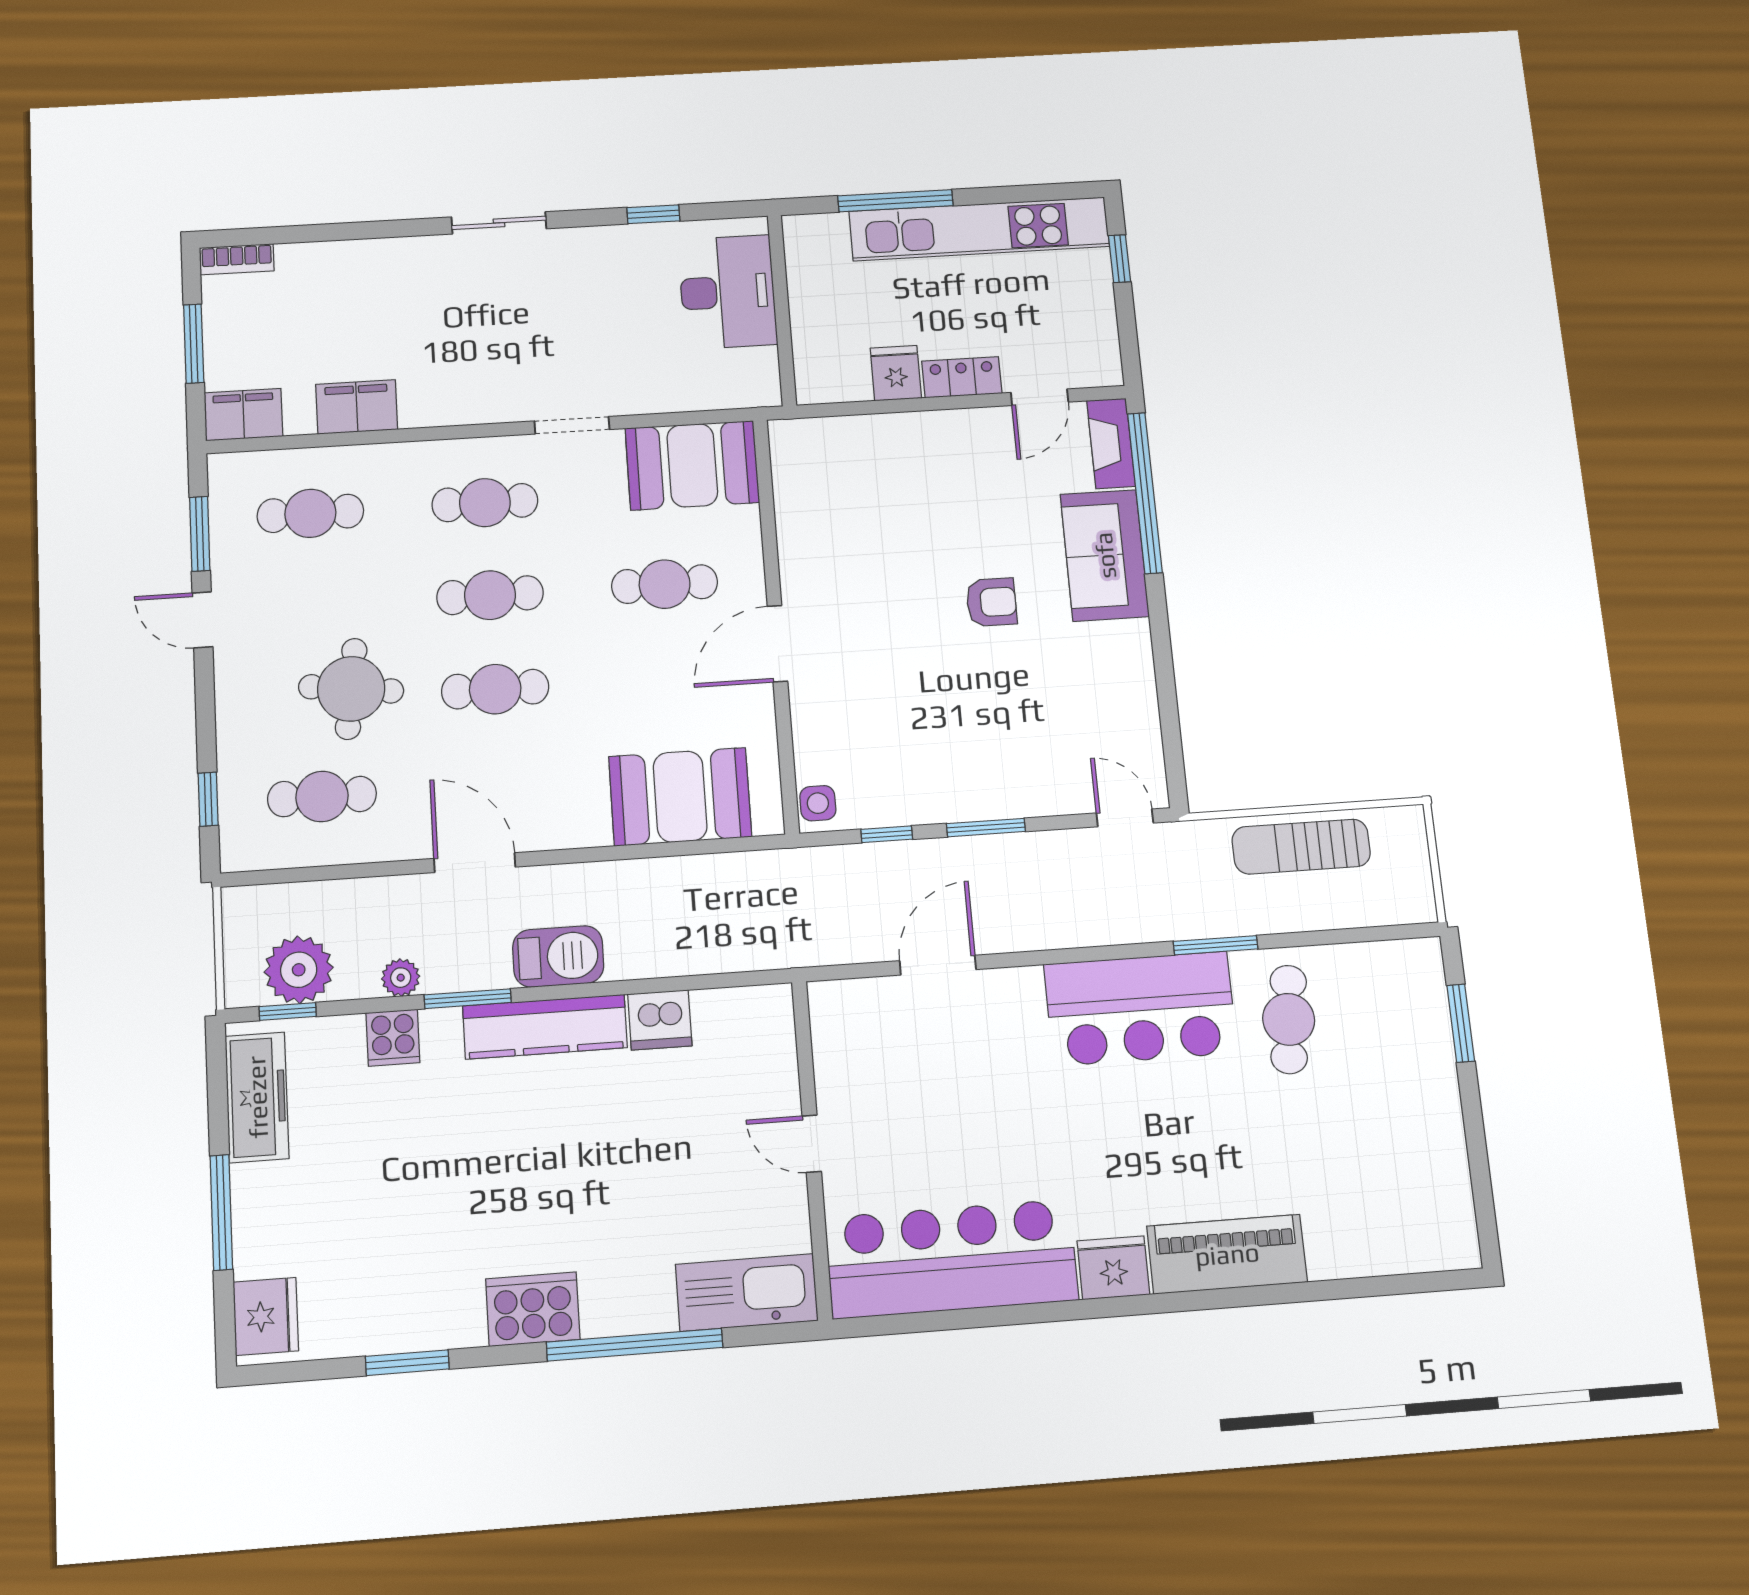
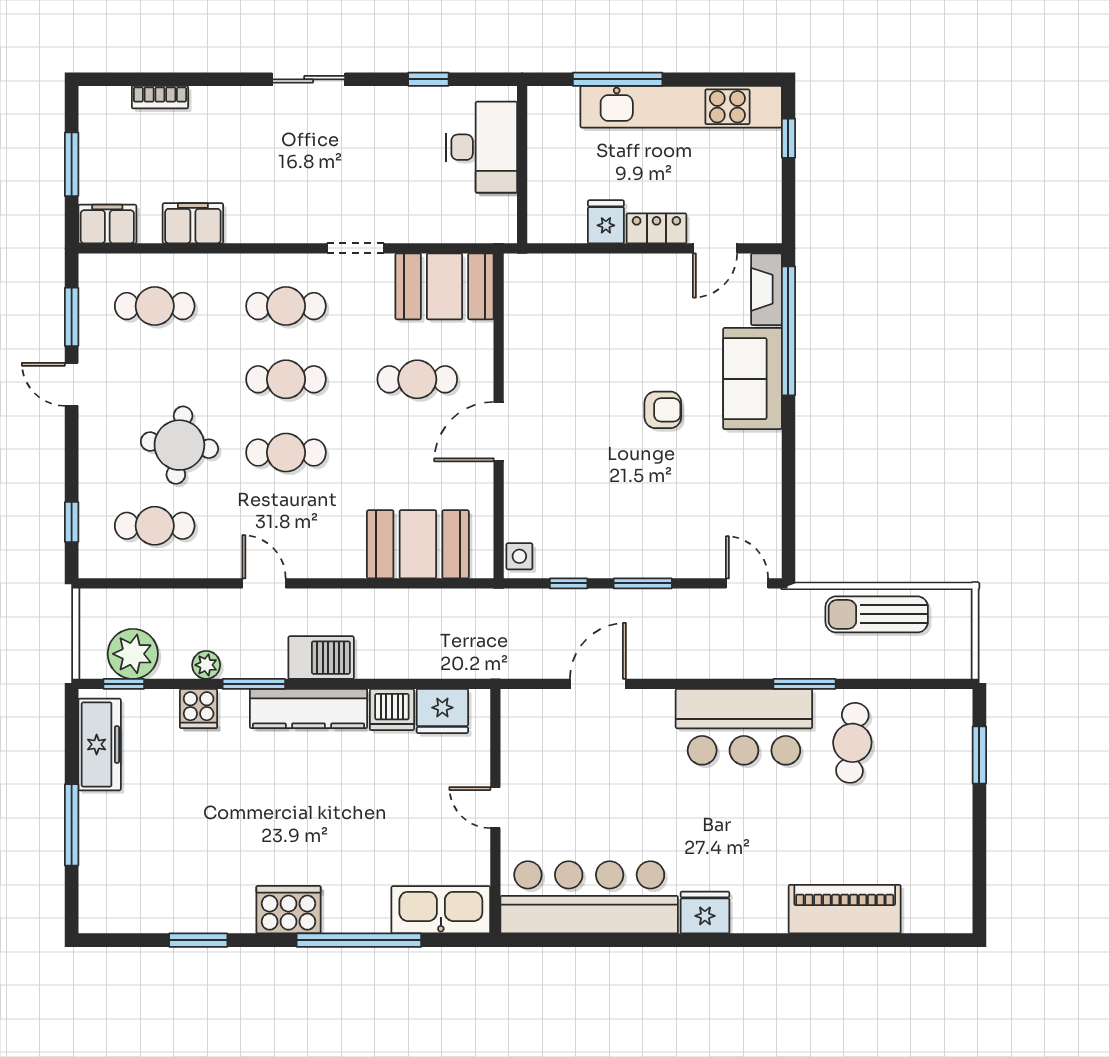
bookcase: (237, 259) -> (160, 97), moved
door: (475, 863) -> (264, 583), width x0.73
piano: (1227, 1254) -> (845, 909), moved
fridge: (266, 1316) -> (442, 711), moved, turned 90

